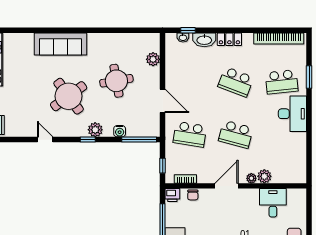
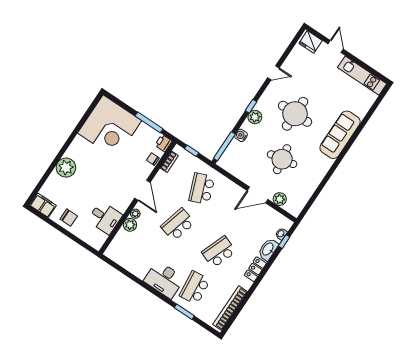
round table: (69, 96) -> (295, 114), turned 36
door: (163, 101) -> (257, 195), moved
school desk: (190, 134) -> (202, 189), turned -30

